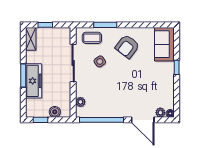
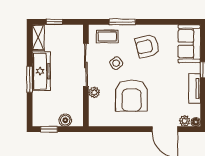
armchair: (127, 46) -> (147, 46), turned 40
freezer: (34, 81) -> (41, 71), moved
tv unit: (169, 84) -> (195, 89), added
armchair: (113, 90) -> (131, 96), added
plant: (80, 102) -> (94, 92), moved
window: (101, 120) -> (118, 129), removed

